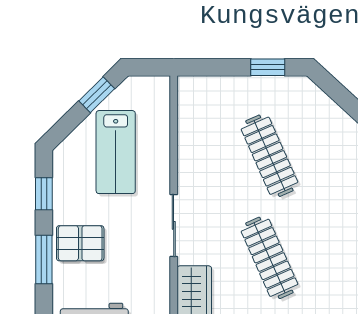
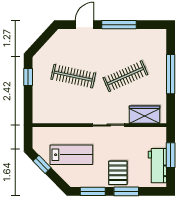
clothes rail: (269, 156) -> (73, 76), turned 36
window: (44, 194) -> (93, 191), width x1.50

